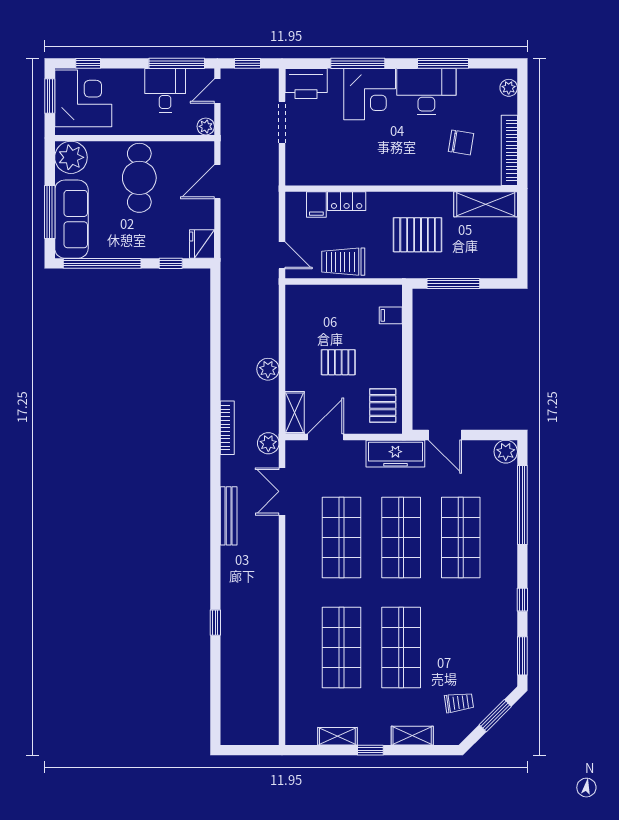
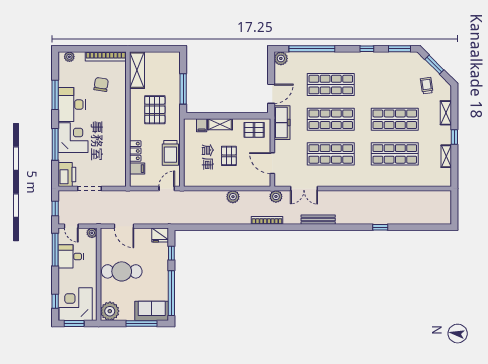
sofa: (71, 219) -> (152, 311), width x0.73
shelving: (295, 413) -> (220, 124), moved

